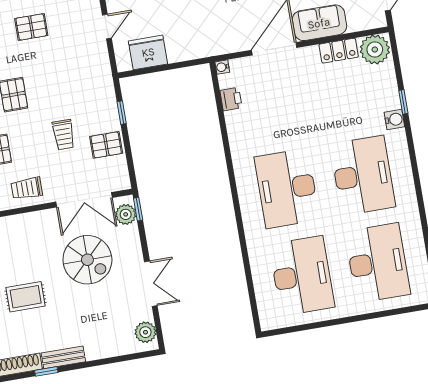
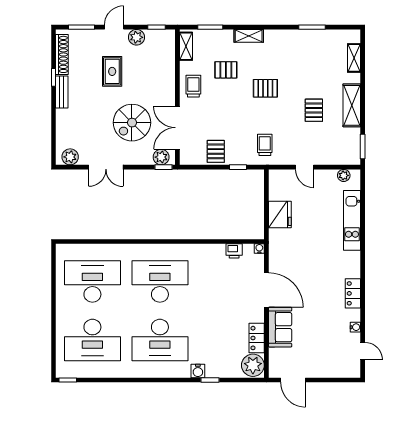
fridge: (148, 52) -> (280, 215), moved
trolley: (64, 135) -> (265, 145), moved, turned 90
desk: (302, 276) -> (92, 281), turned 180

